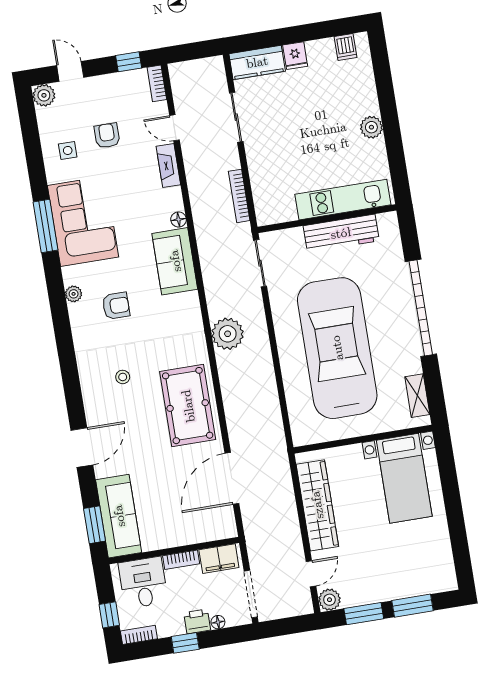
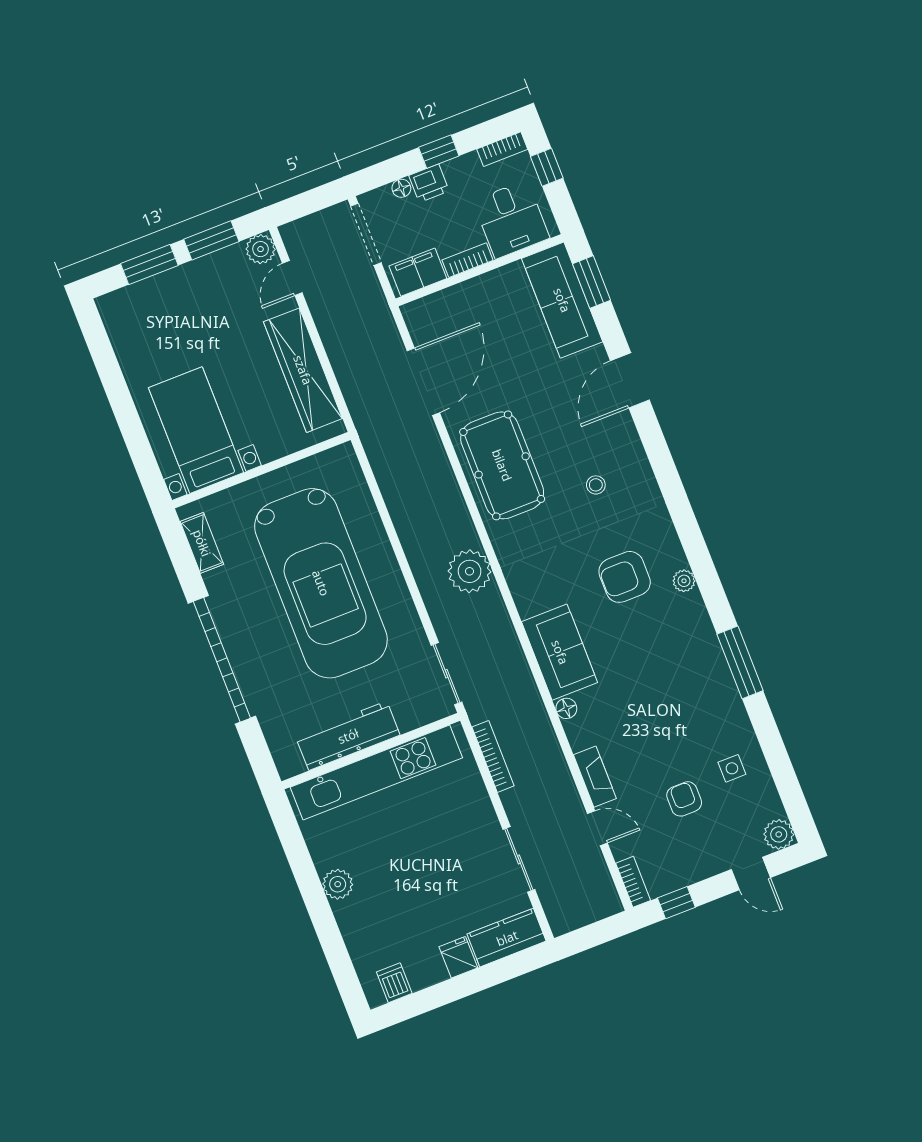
armchair: (107, 136) -> (684, 799), turned 180
kitchen unit: (343, 200) -> (376, 772), width x1.36
corner sofa: (83, 221) -> (692, 679), removed
armchair: (116, 306) -> (625, 577), width x1.38, depth x1.38

